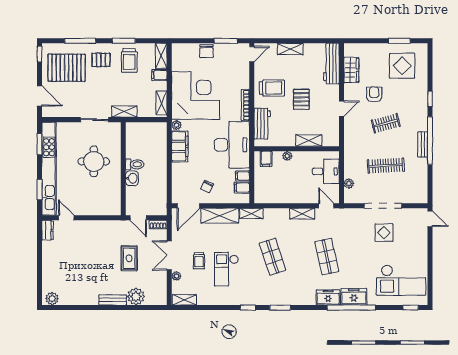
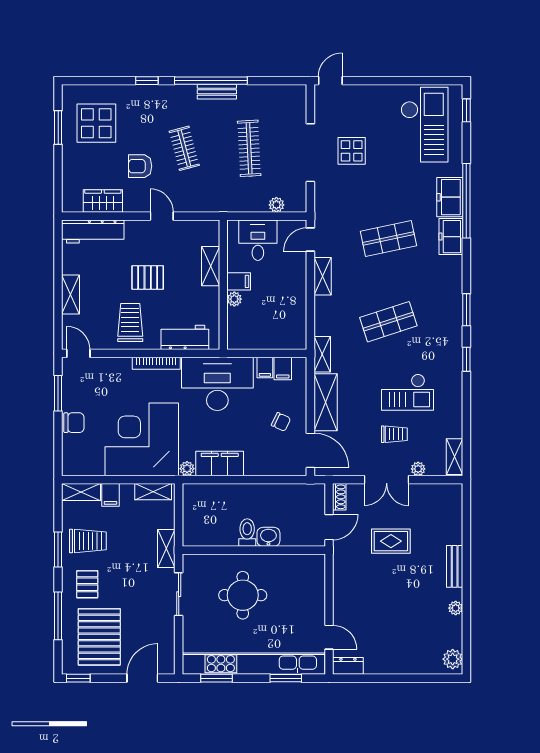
filing cabinet: (266, 159) -> (239, 281), moved
door: (66, 218) -> (329, 637), swing flipped
plant: (136, 296) -> (456, 608), moved, width x0.53, depth x0.53

